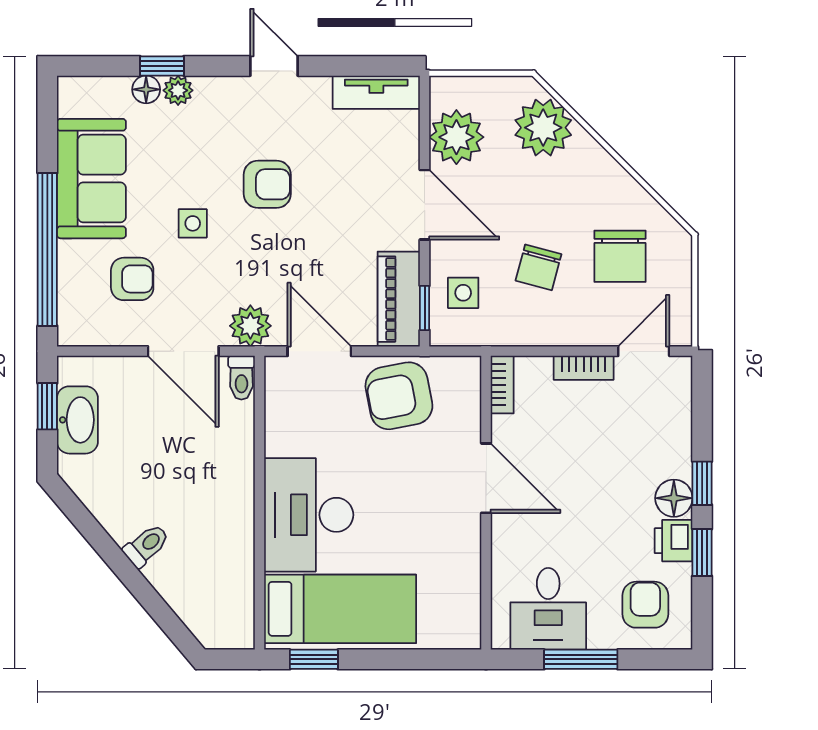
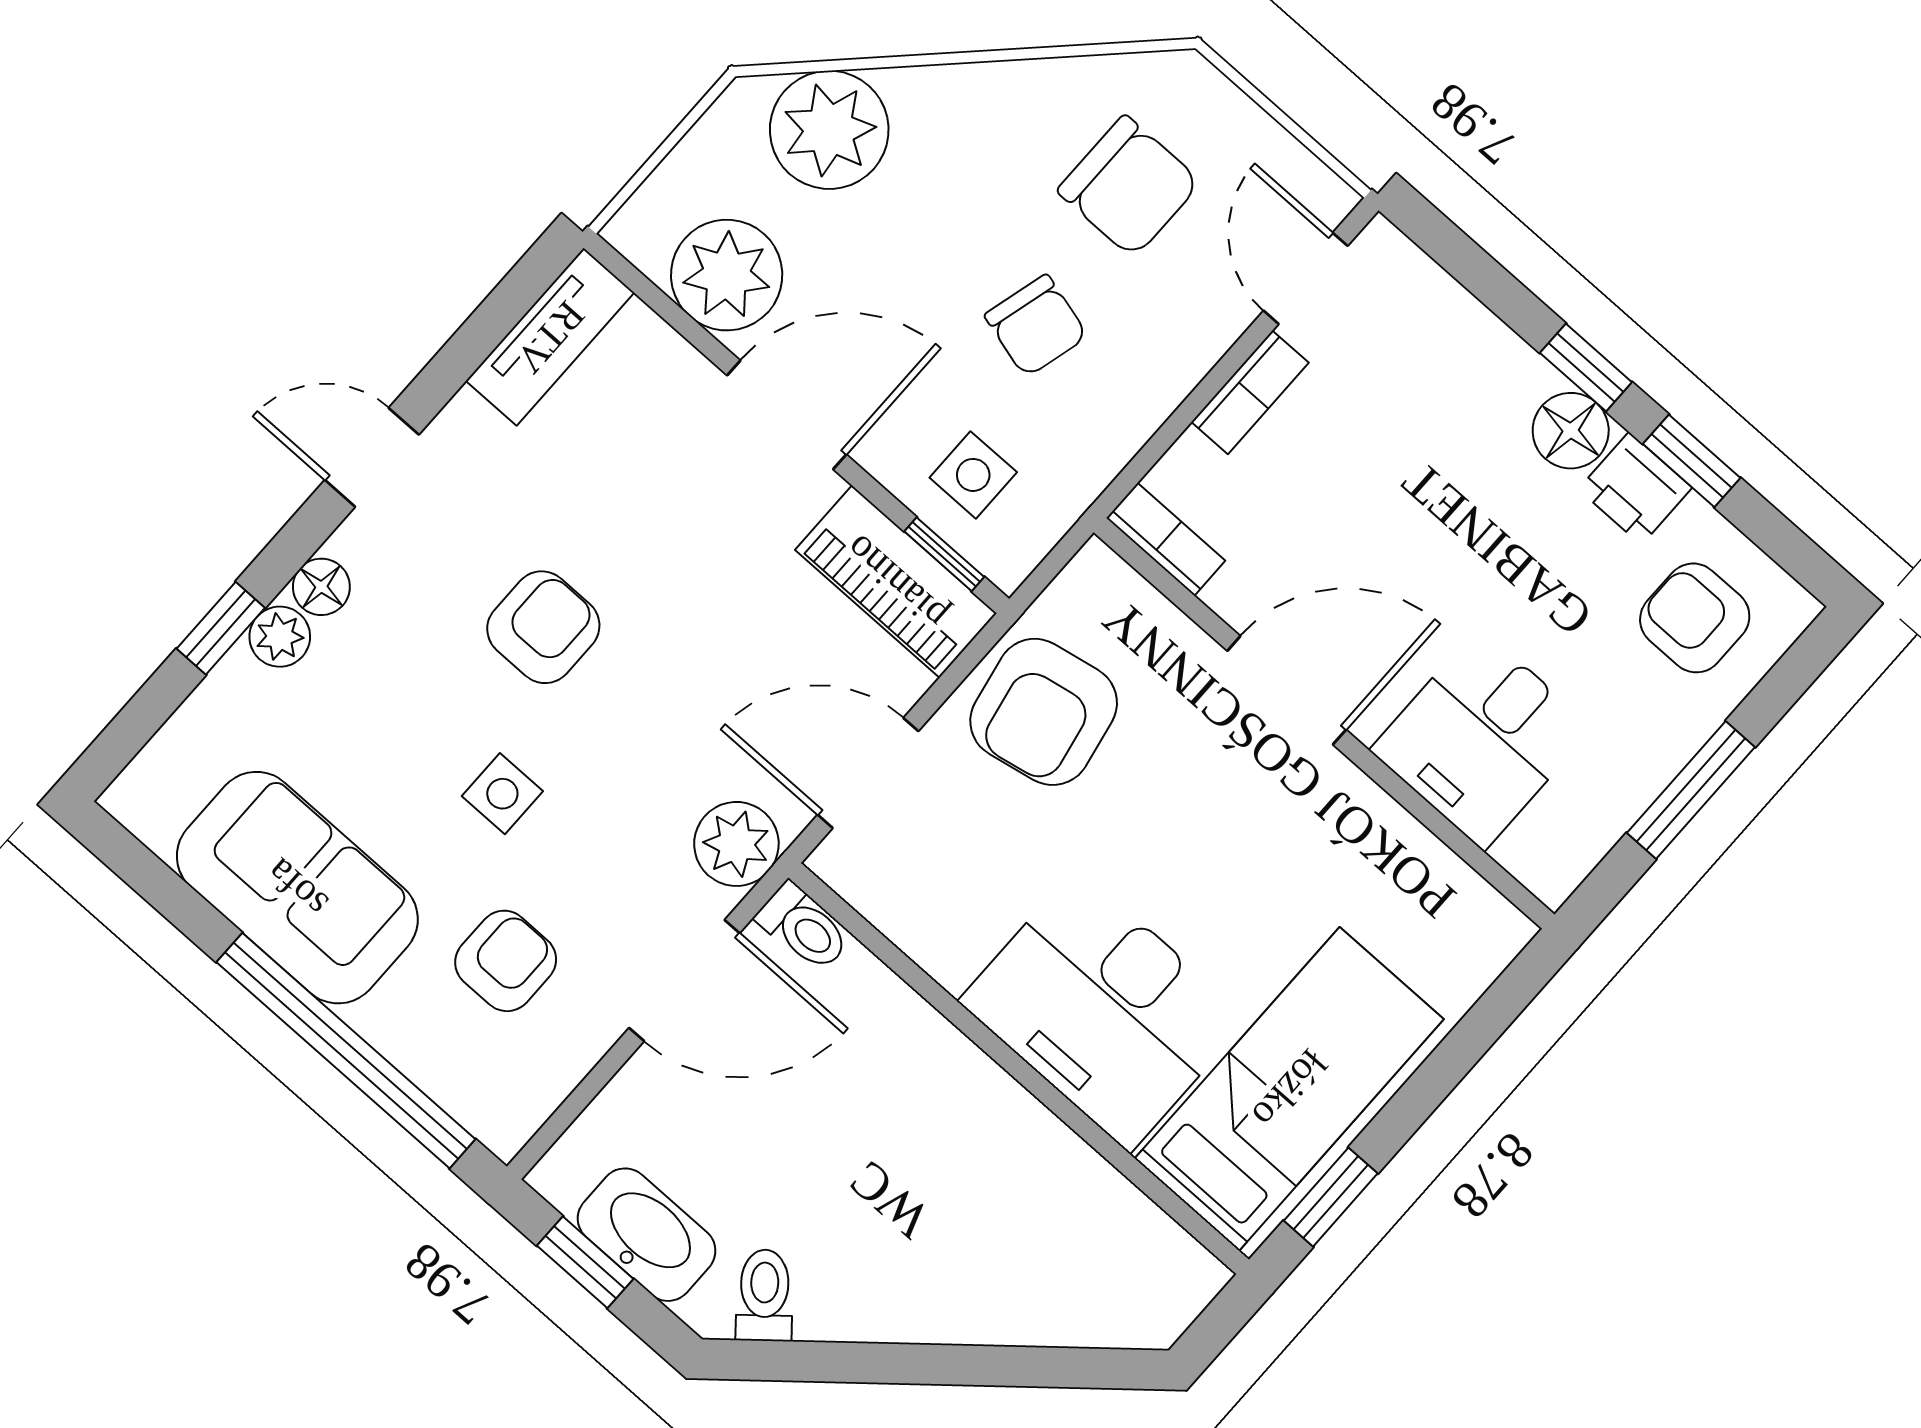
floor lamp: (146, 89) -> (321, 587), moved
toilet: (146, 546) -> (764, 1295), moved
desk: (548, 609) -> (1481, 739), moved, turned 90

